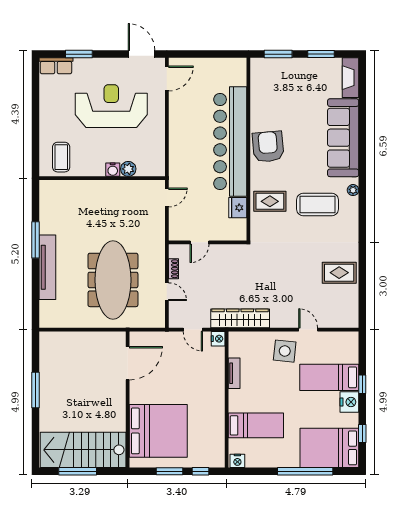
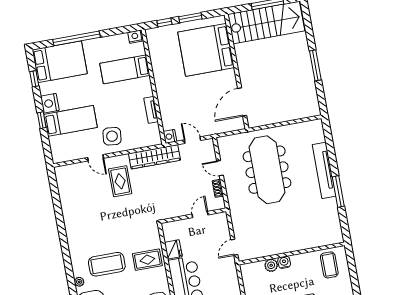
rug: (339, 273) -> (120, 181), moved, turned 90

